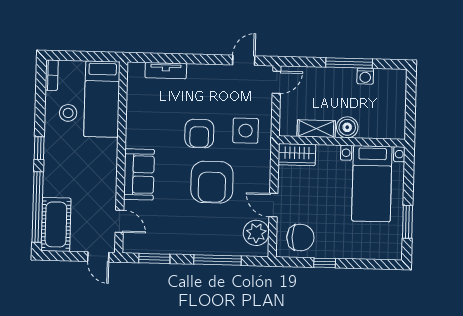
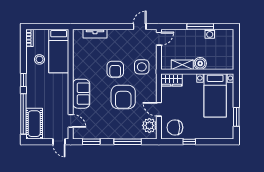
chair: (300, 237) -> (175, 127), turned 180

